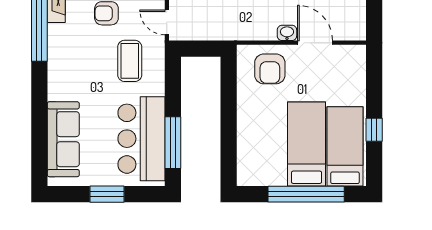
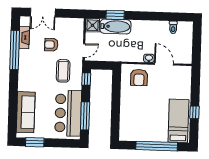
door: (167, 22) -> (84, 51), swing flipped
window: (173, 75) -> (86, 79), added
bed: (307, 144) -> (158, 119), removed
window: (107, 194) -> (35, 142), moved

